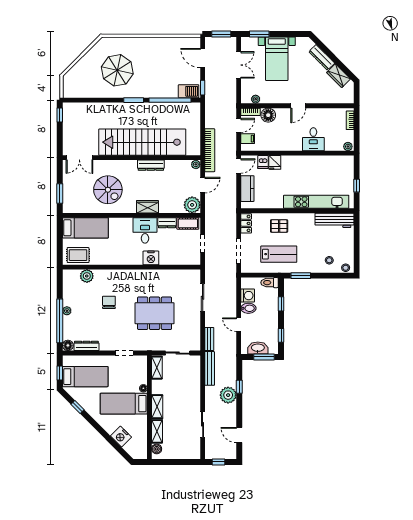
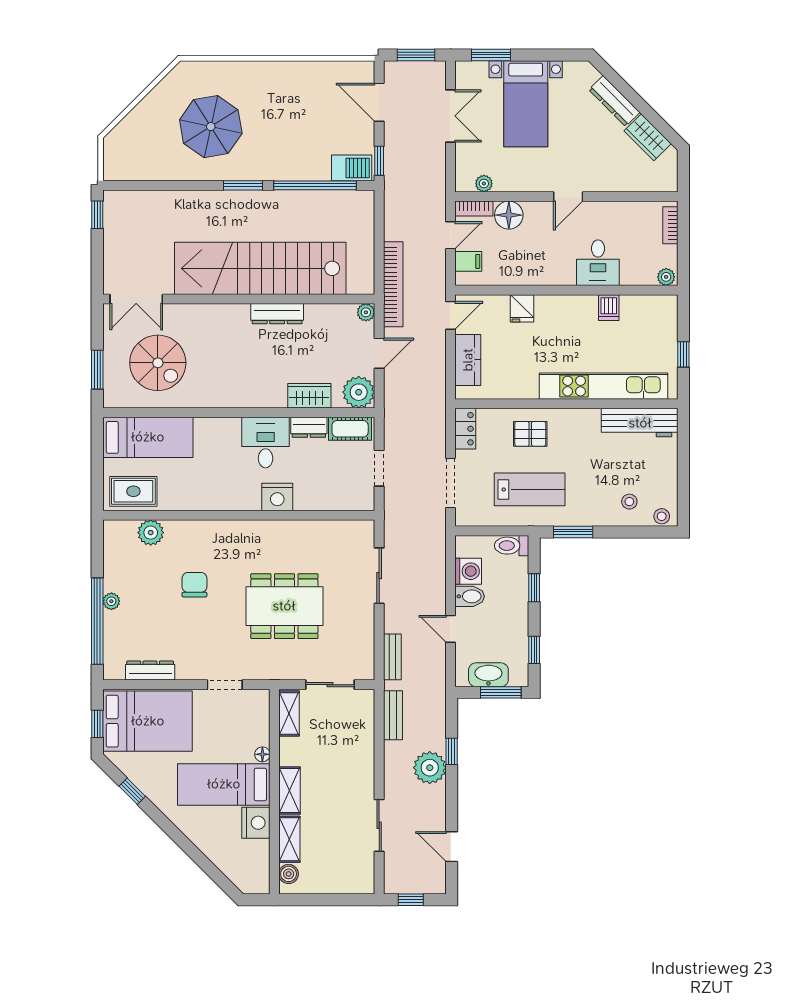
dishwasher: (263, 162) -> (609, 308), moved
spiral stairs: (108, 190) -> (158, 363), moved
wardrobe: (147, 207) -> (309, 396), moved
floor lamp: (68, 345) -> (113, 670), removed
bench: (210, 368) -> (393, 715), width x0.73
bed: (85, 377) -> (148, 721), width x1.50
nightstand: (121, 436) -> (256, 823), moved, turned -135

